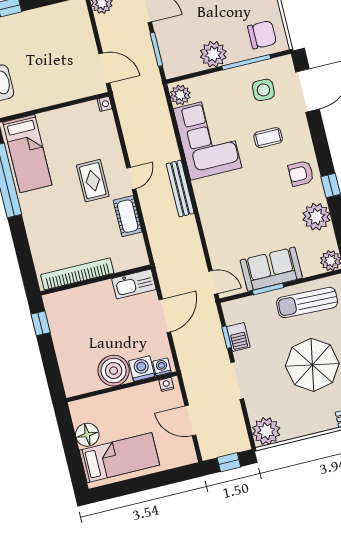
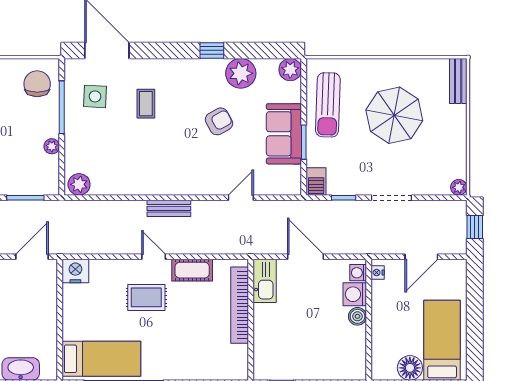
plant: (213, 54) -> (52, 146), width x0.53, depth x0.53
nightstand: (105, 104) -> (75, 271), width x1.89, depth x1.79
corner sofa: (207, 138) -> (131, 167), removed
armchair: (301, 173) -> (219, 121), moved, turned -119
bench: (180, 189) -> (169, 208), width x0.73
bookcase: (77, 274) -> (240, 305), moved
door: (213, 282) -> (241, 198), moved
barbecue: (238, 337) -> (316, 181), moved, turned 90
boiler: (114, 371) -> (357, 316), width x0.54, depth x0.54
plant: (266, 431) -> (459, 187), width x0.53, depth x0.53

